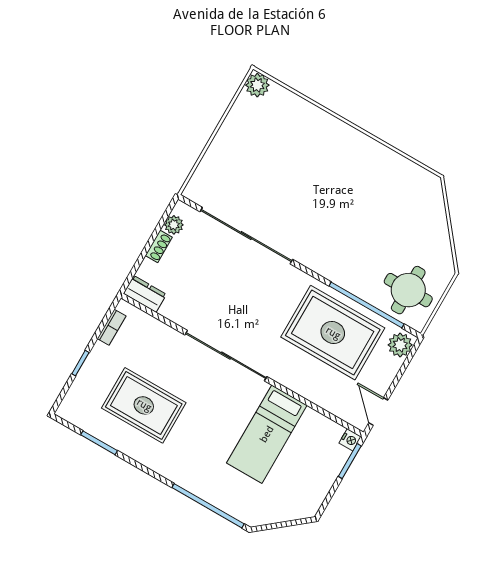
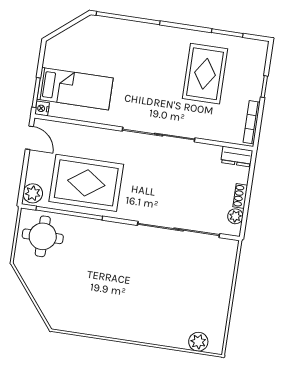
plant: (257, 85) -> (198, 342), moved
bookcase: (112, 327) -> (252, 122), width x1.56
rug: (144, 405) -> (205, 74), turned 90
bed: (267, 434) -> (75, 89), moved, turned 90

